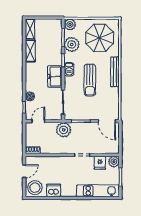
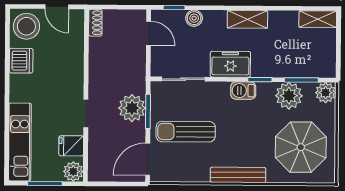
shelving: (30, 51) -> (247, 19), moved
sun lounger: (90, 80) -> (186, 132), moved
plant: (64, 130) -> (132, 108), moved

